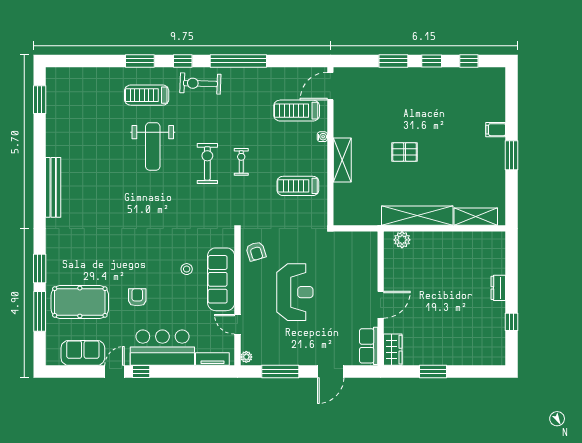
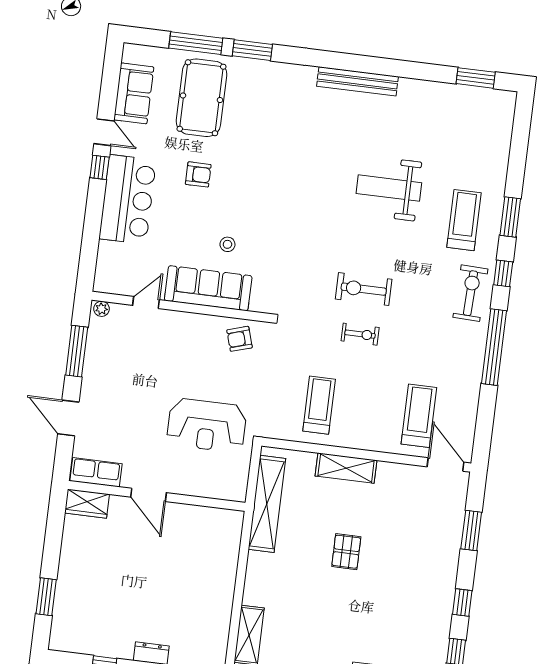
window: (393, 61) -> (471, 530), moved
water cooler: (322, 137) -> (380, 445), removed
weight bench: (153, 146) -> (389, 188), moved
exercise bike: (207, 163) -> (364, 289), turned 180
shelving: (417, 216) -> (267, 504), moved
plant: (402, 240) -> (231, 534), removed
reception desk: (295, 292) -> (207, 425), moved
tv unit: (212, 359) -> (104, 264), removed
window: (433, 371) -> (46, 597), moved

